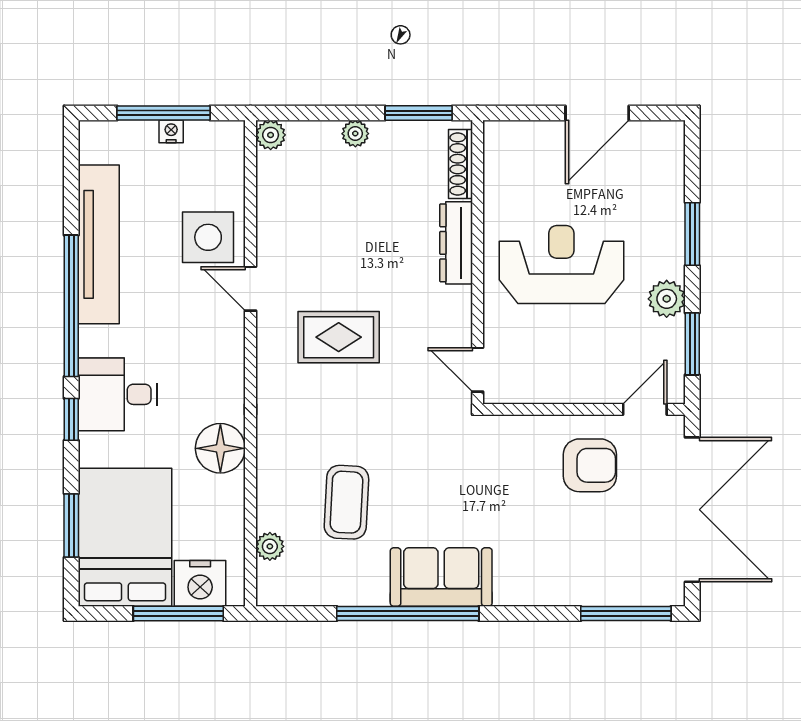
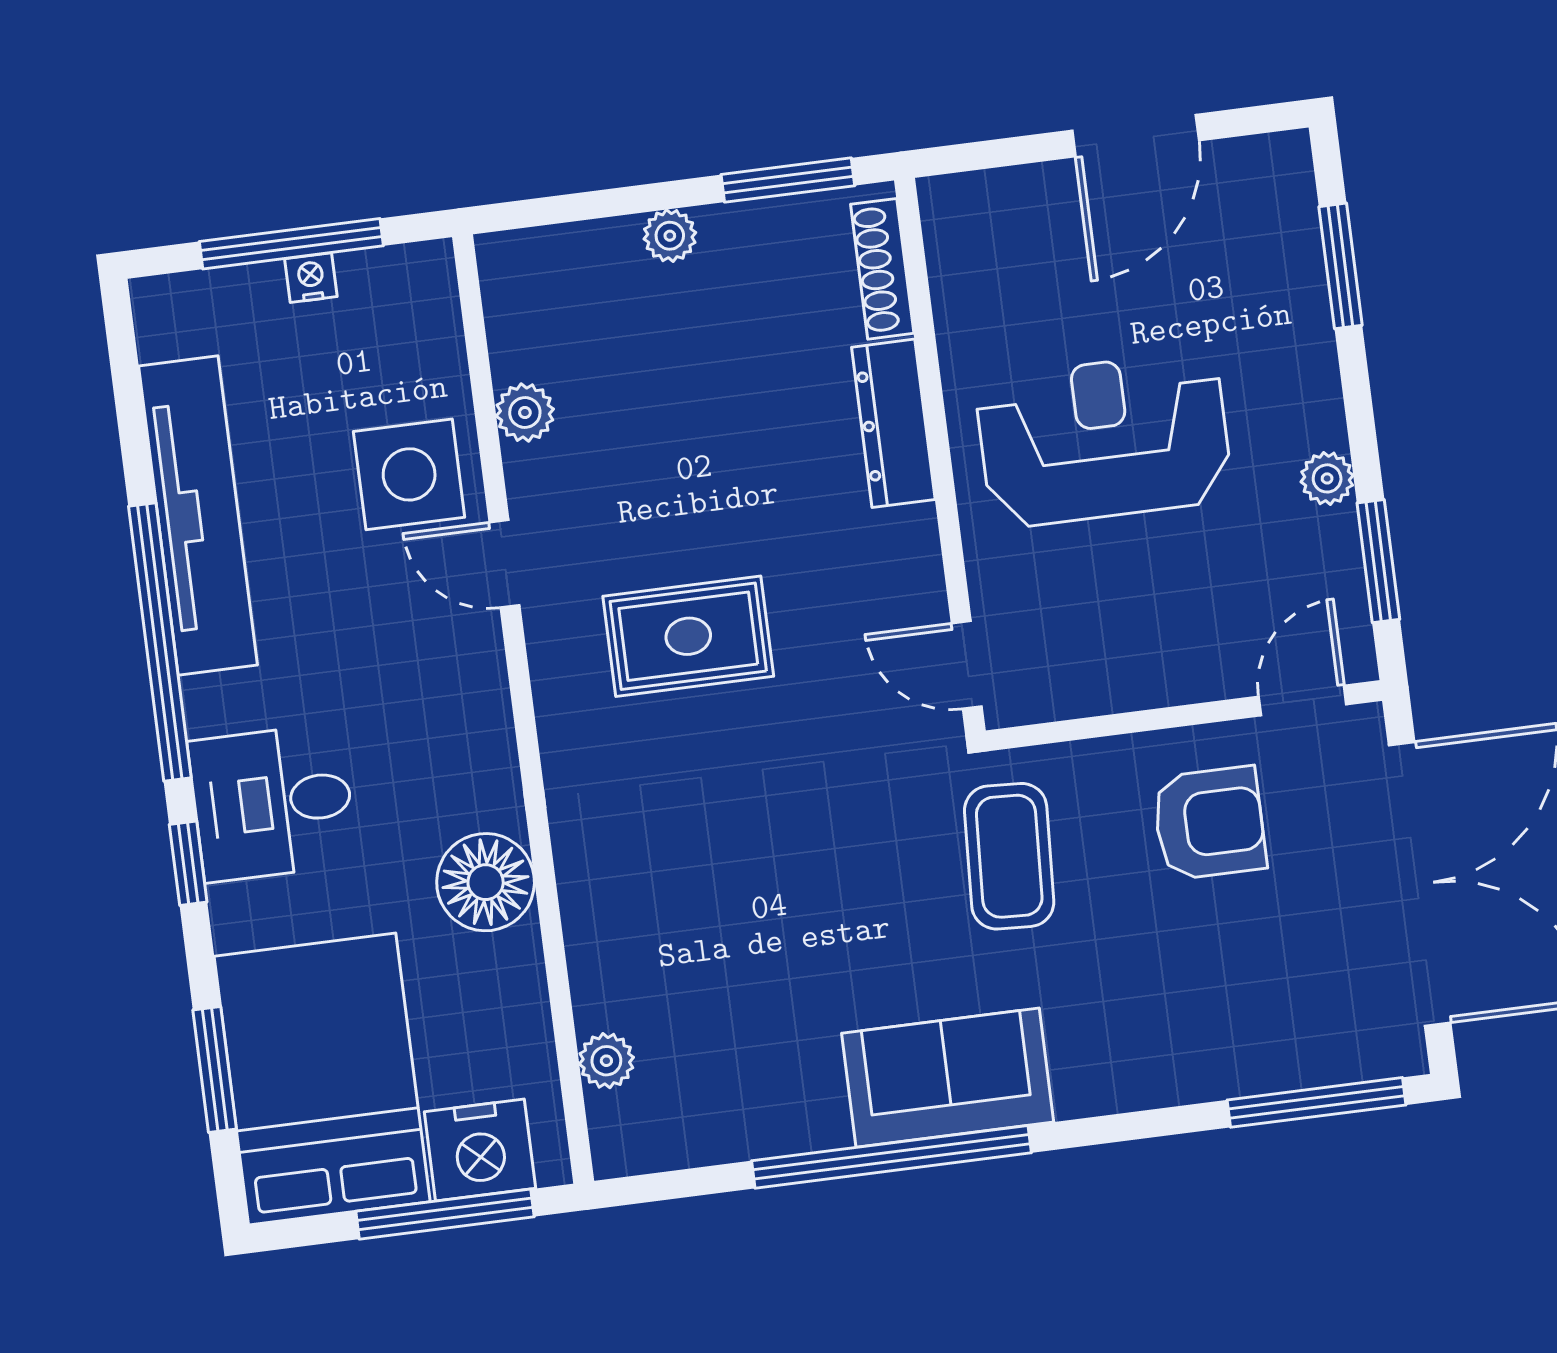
plant: (271, 135) -> (525, 413), moved
window: (692, 234) -> (1341, 266), moved
plant: (667, 299) -> (1327, 478), width x0.73, depth x0.73
coffee table: (346, 502) -> (1009, 856), moved

